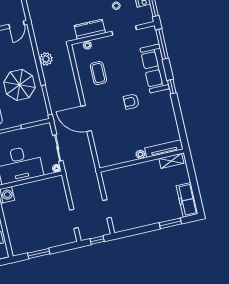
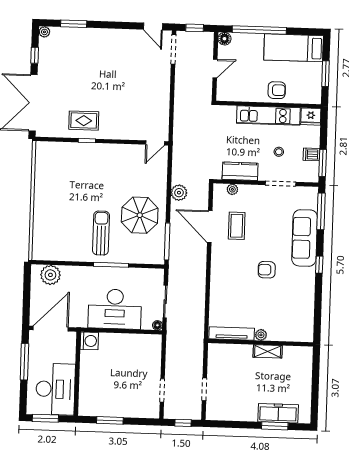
door: (86, 118) -> (210, 227), moved
tv unit: (164, 149) -> (232, 333), moved
shelving: (171, 161) -> (268, 351), moved
freezer: (187, 200) -> (278, 413), moved, turned 90

